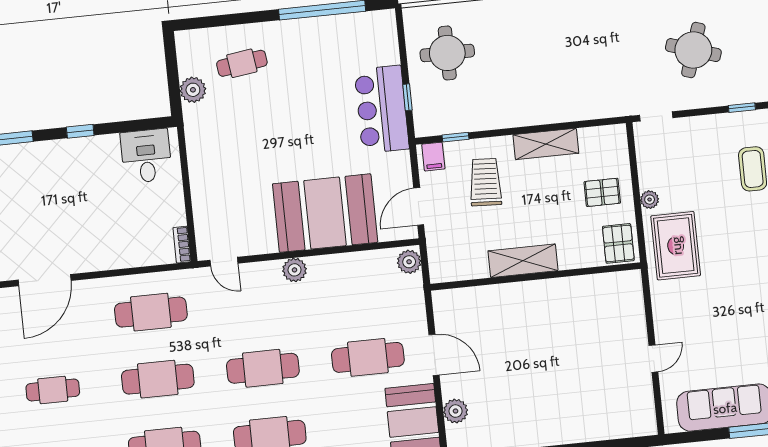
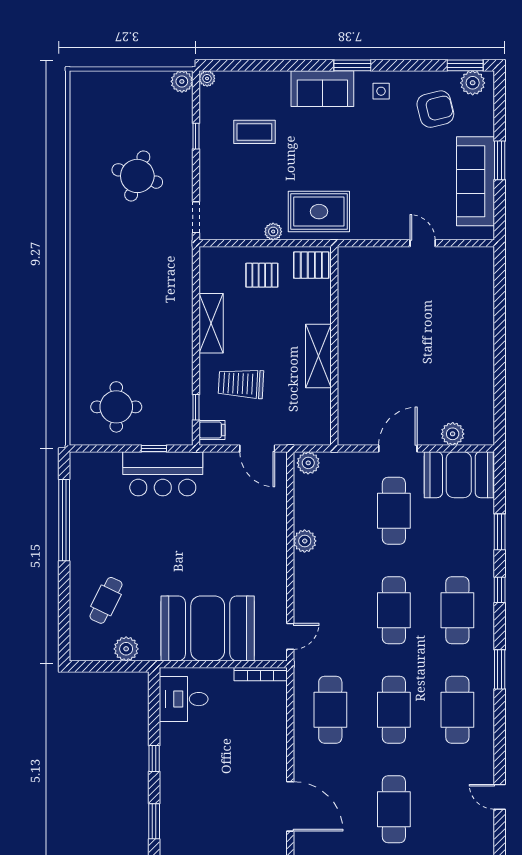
cafe table: (242, 63) -> (106, 600), turned 34
pallet: (602, 192) -> (262, 275), turned 90
booth: (325, 213) -> (208, 628), moved, turned 90
bookcase: (182, 245) -> (261, 674), width x1.56
plant: (295, 270) -> (305, 541), moved
cafe table: (53, 390) -> (394, 809), width x1.37, depth x1.35

